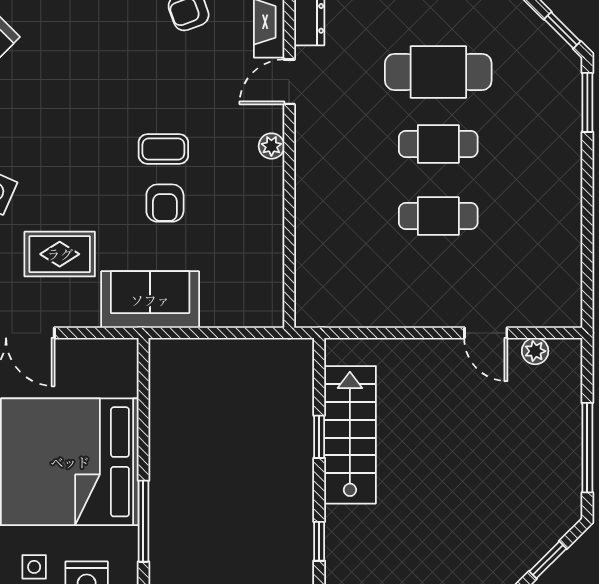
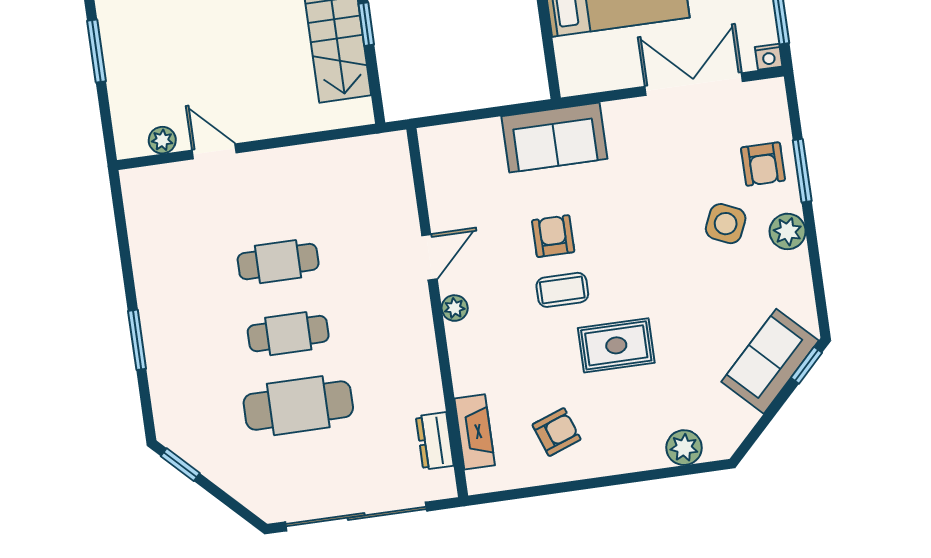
door: (289, 82) -> (429, 257), moved
window: (587, 102) -> (137, 340), moved
rug: (60, 254) -> (616, 345), moved
window: (587, 448) -> (97, 51), width x0.69

